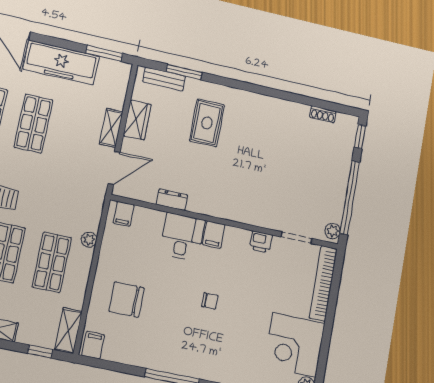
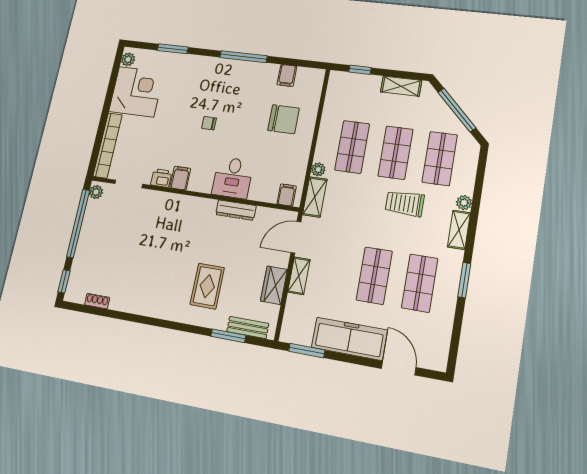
dresser: (172, 200) -> (236, 210), width x1.44
filing cabinet: (214, 235) -> (180, 178), moved
shelving: (68, 331) -> (315, 197), moved
filing cabinet: (93, 345) -> (287, 75), moved

